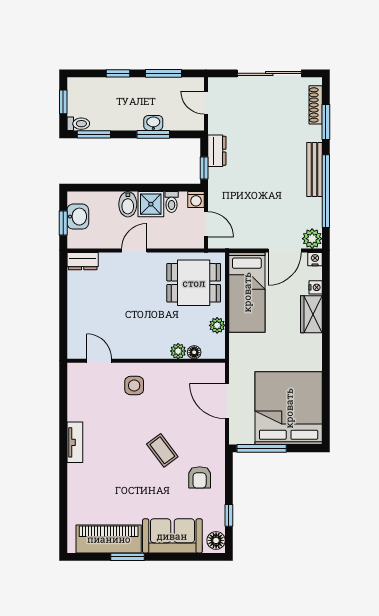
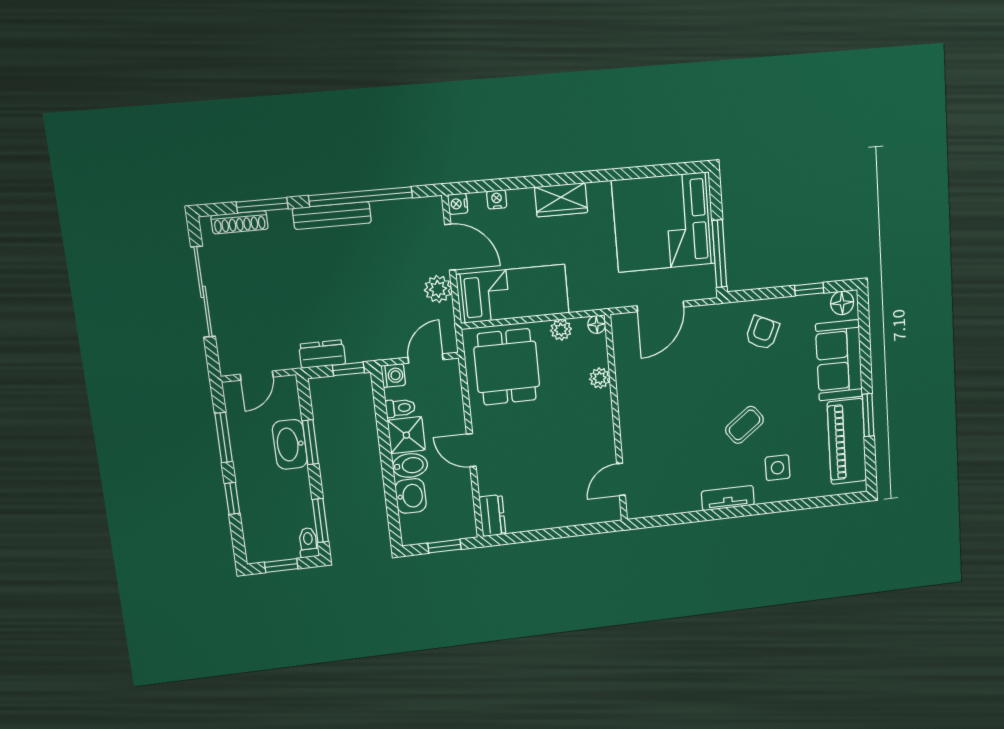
washbasin: (153, 123) -> (290, 444), width x1.91, depth x1.45
washbasin: (78, 217) -> (411, 496), moved, turned 90
plant: (312, 239) -> (438, 289), moved
wardrobe: (311, 314) -> (561, 200), moved
floor lamp: (194, 352) -> (597, 324), moved
side table: (134, 386) -> (778, 468), moved
coffee table: (162, 450) -> (744, 425), moved
armchair: (200, 477) -> (762, 333), turned -66

